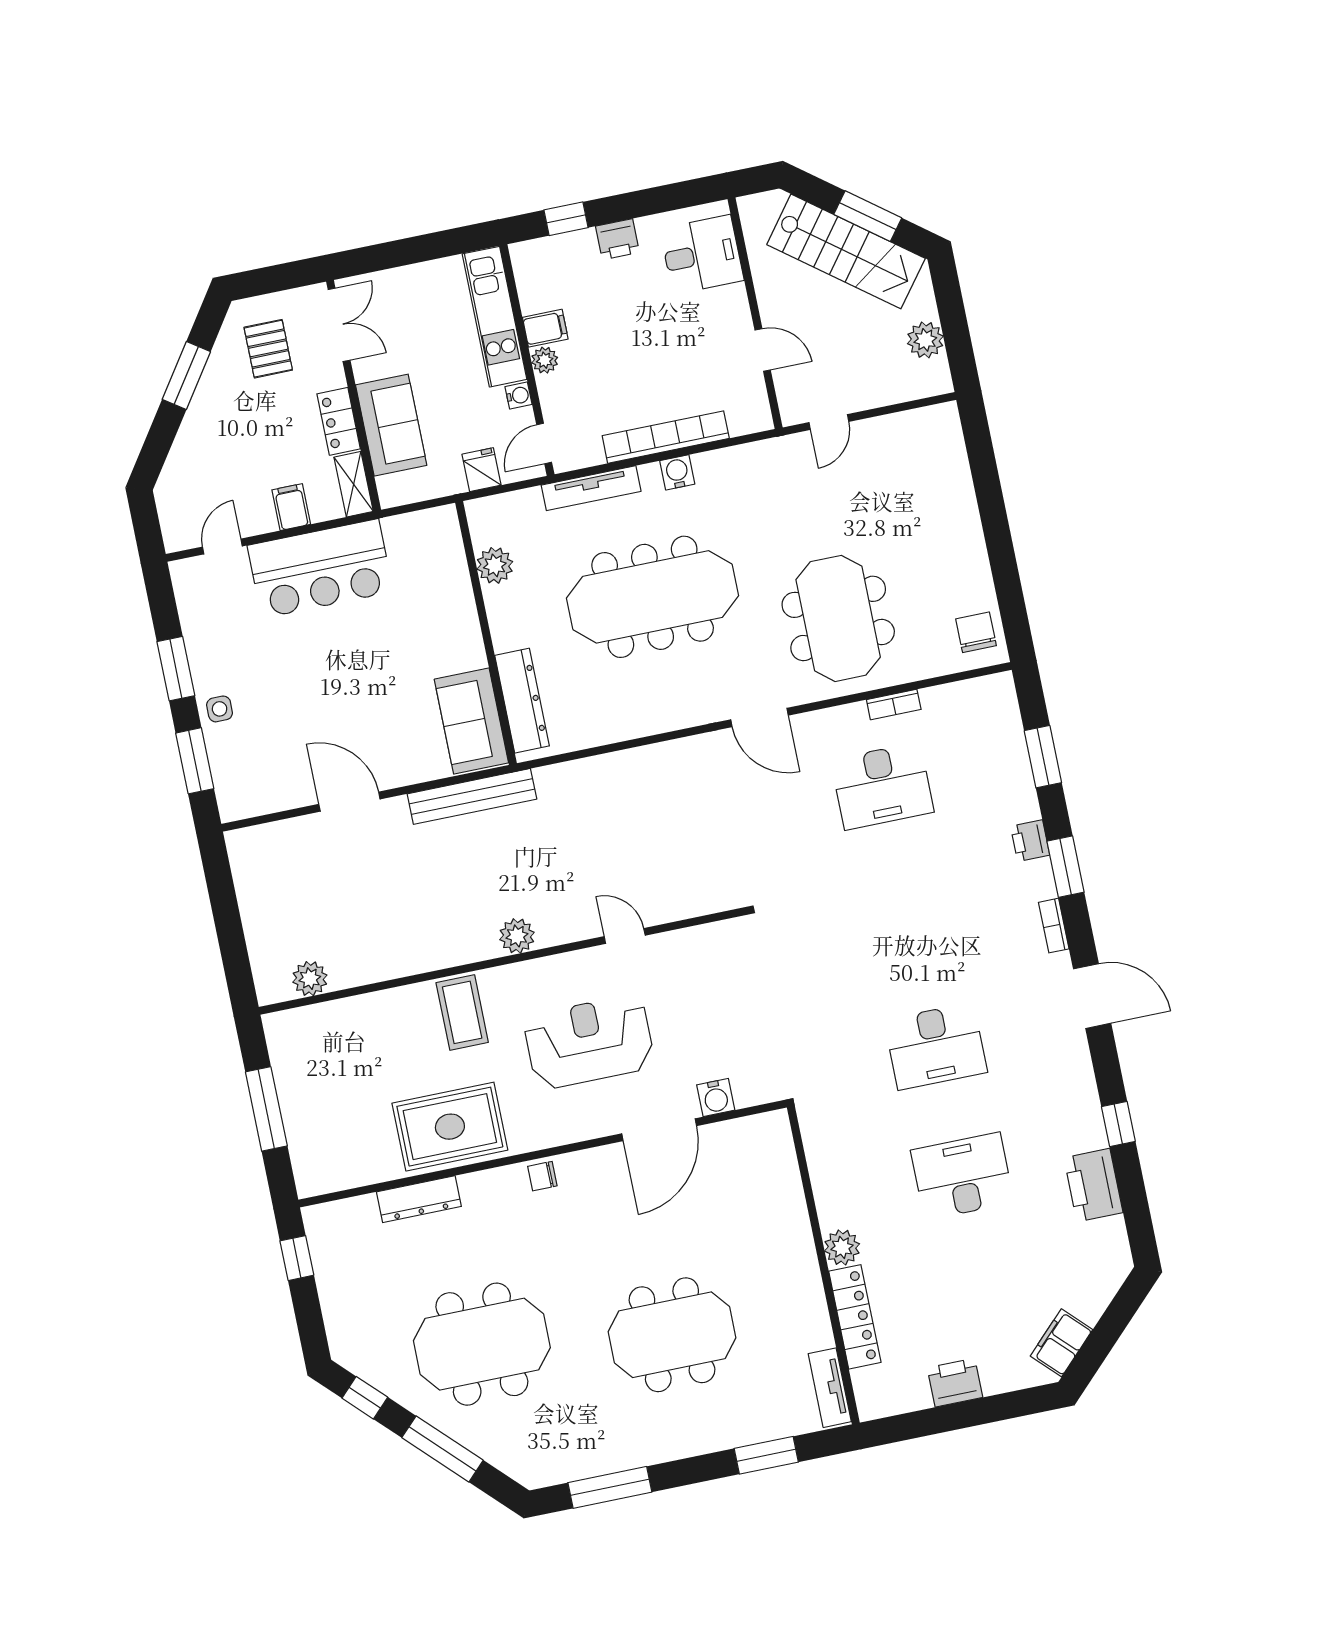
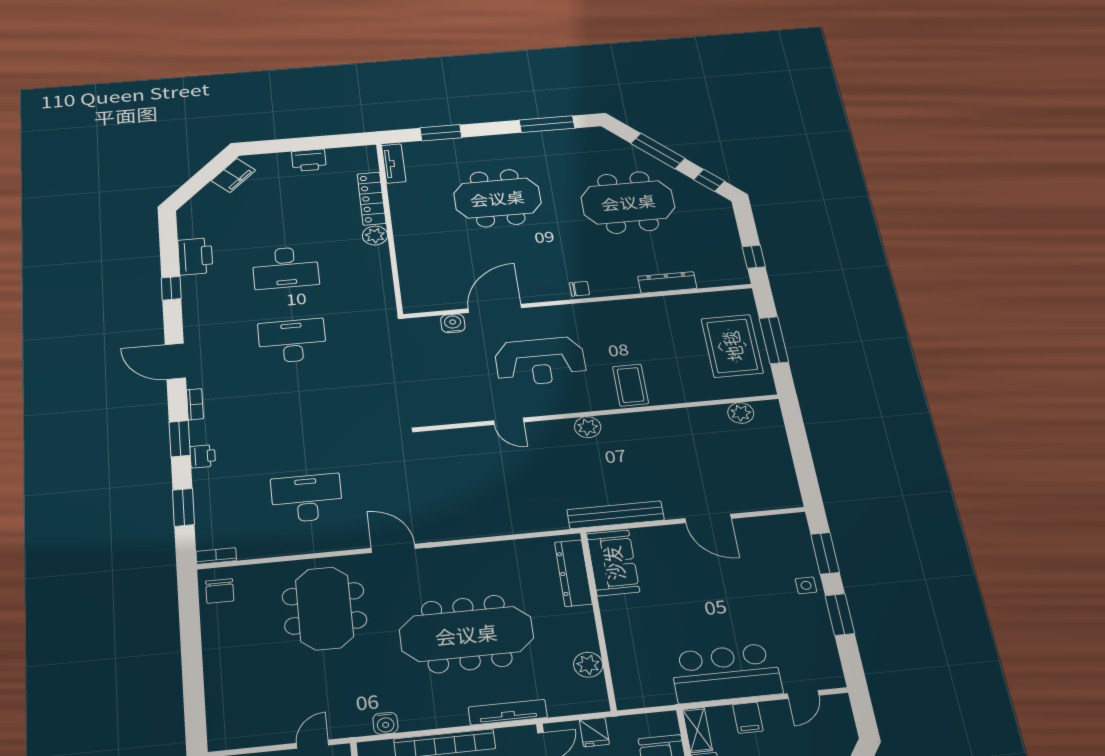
water cooler: (677, 472) -> (385, 723), moved
bookcase: (894, 704) -> (216, 556), moved
rug: (450, 1127) -> (732, 346), moved, turned 90

